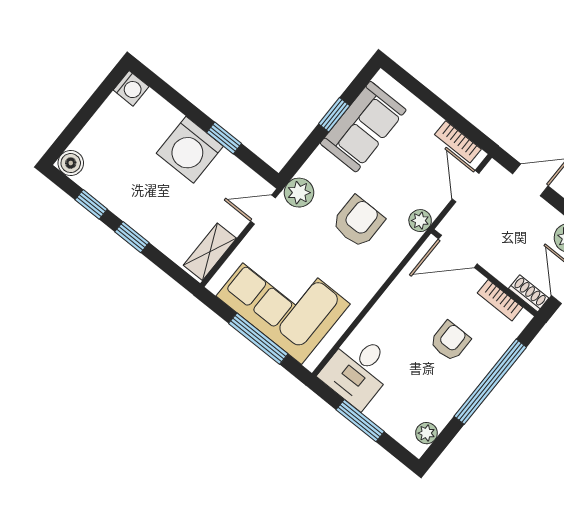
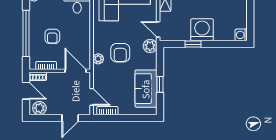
door: (263, 210) -> (158, 29), swing flipped
plant: (420, 221) -> (98, 59), moved
door: (458, 251) -> (76, 71), hinge flipped

